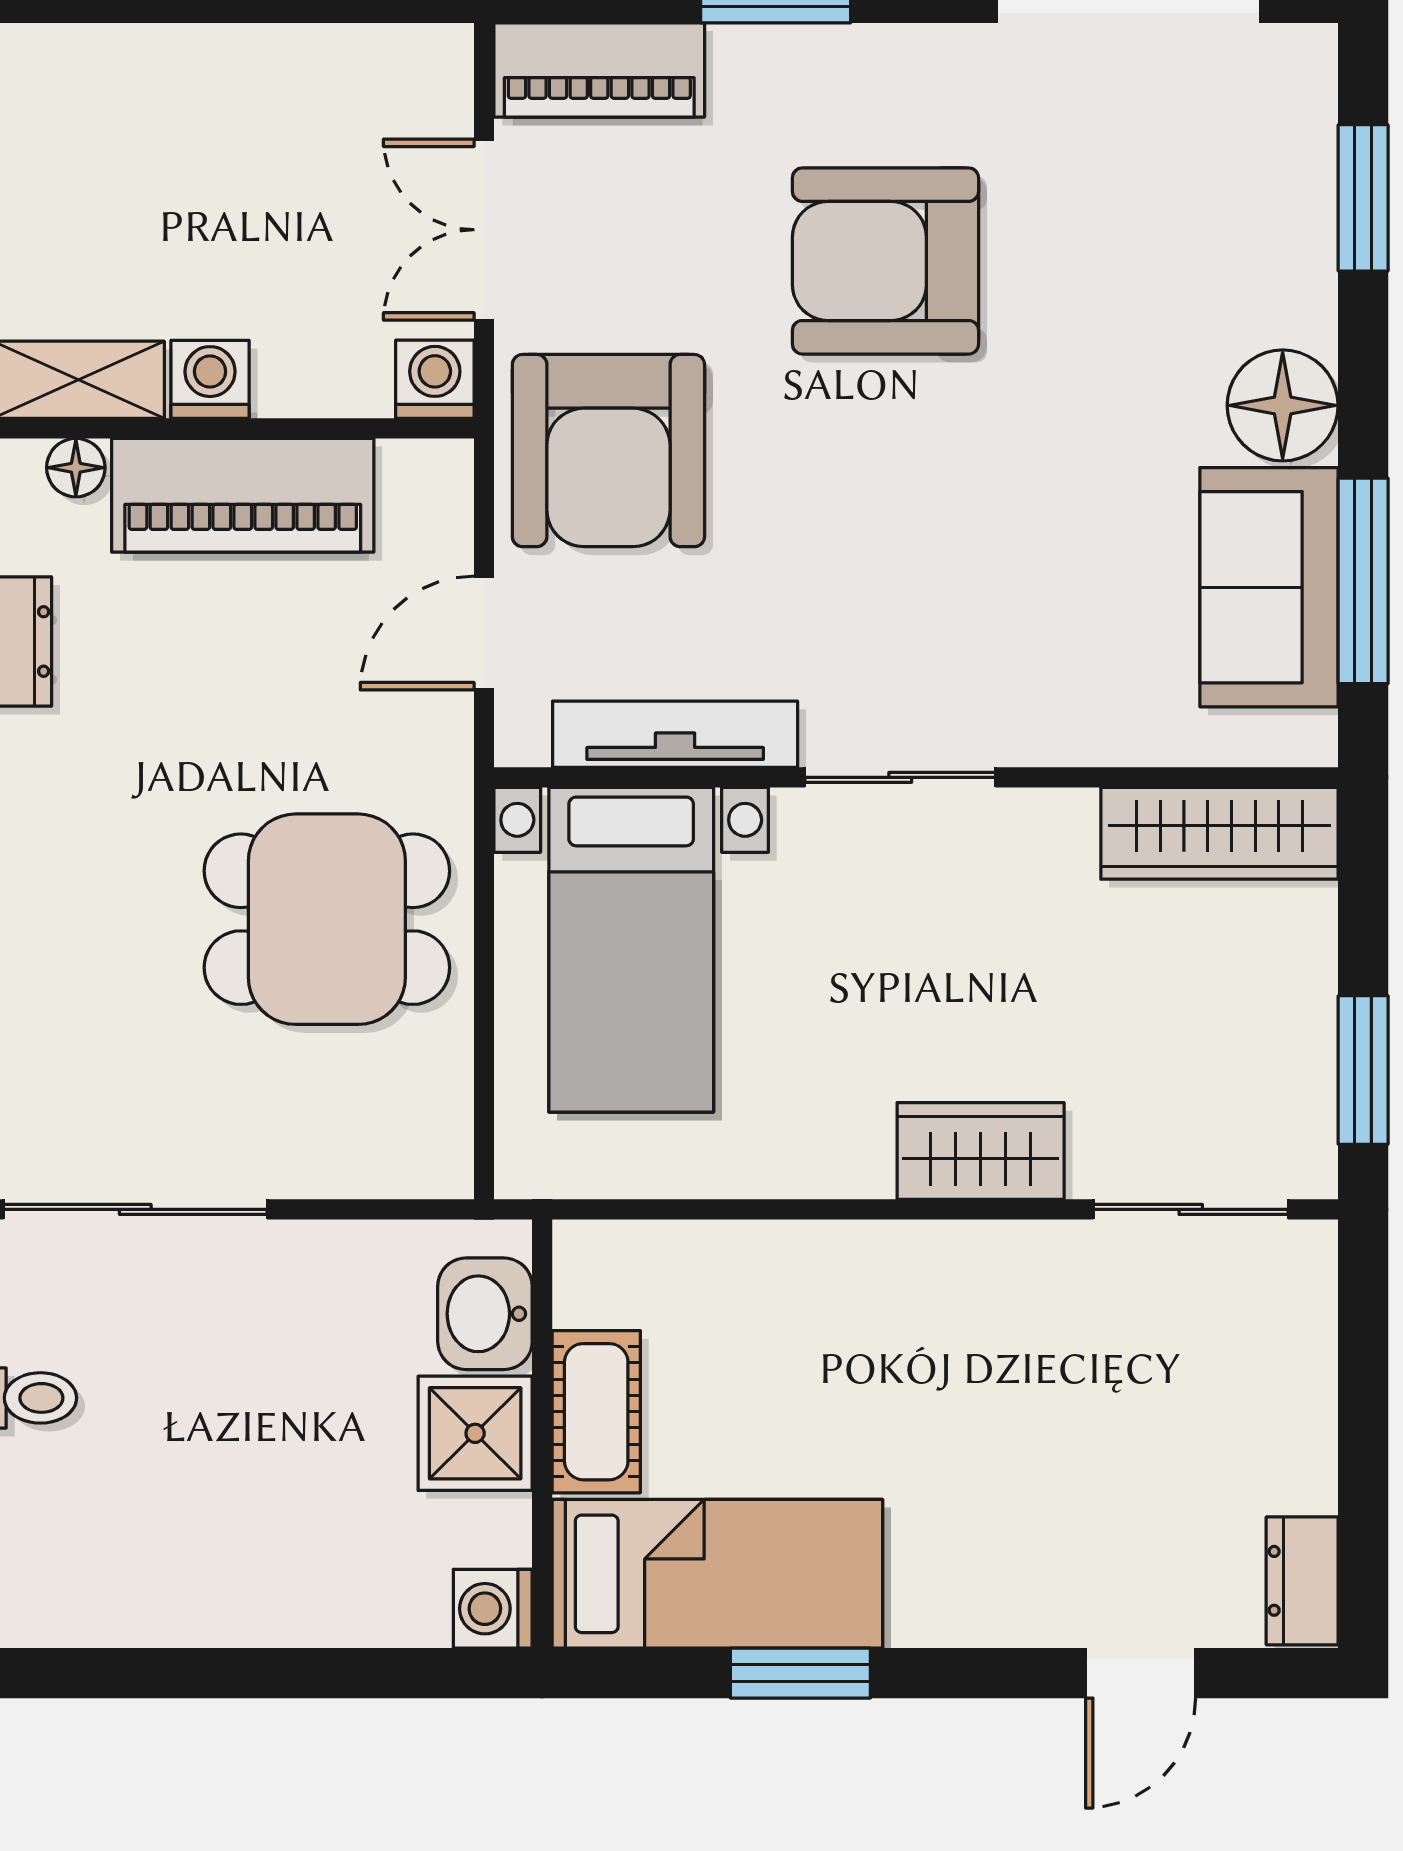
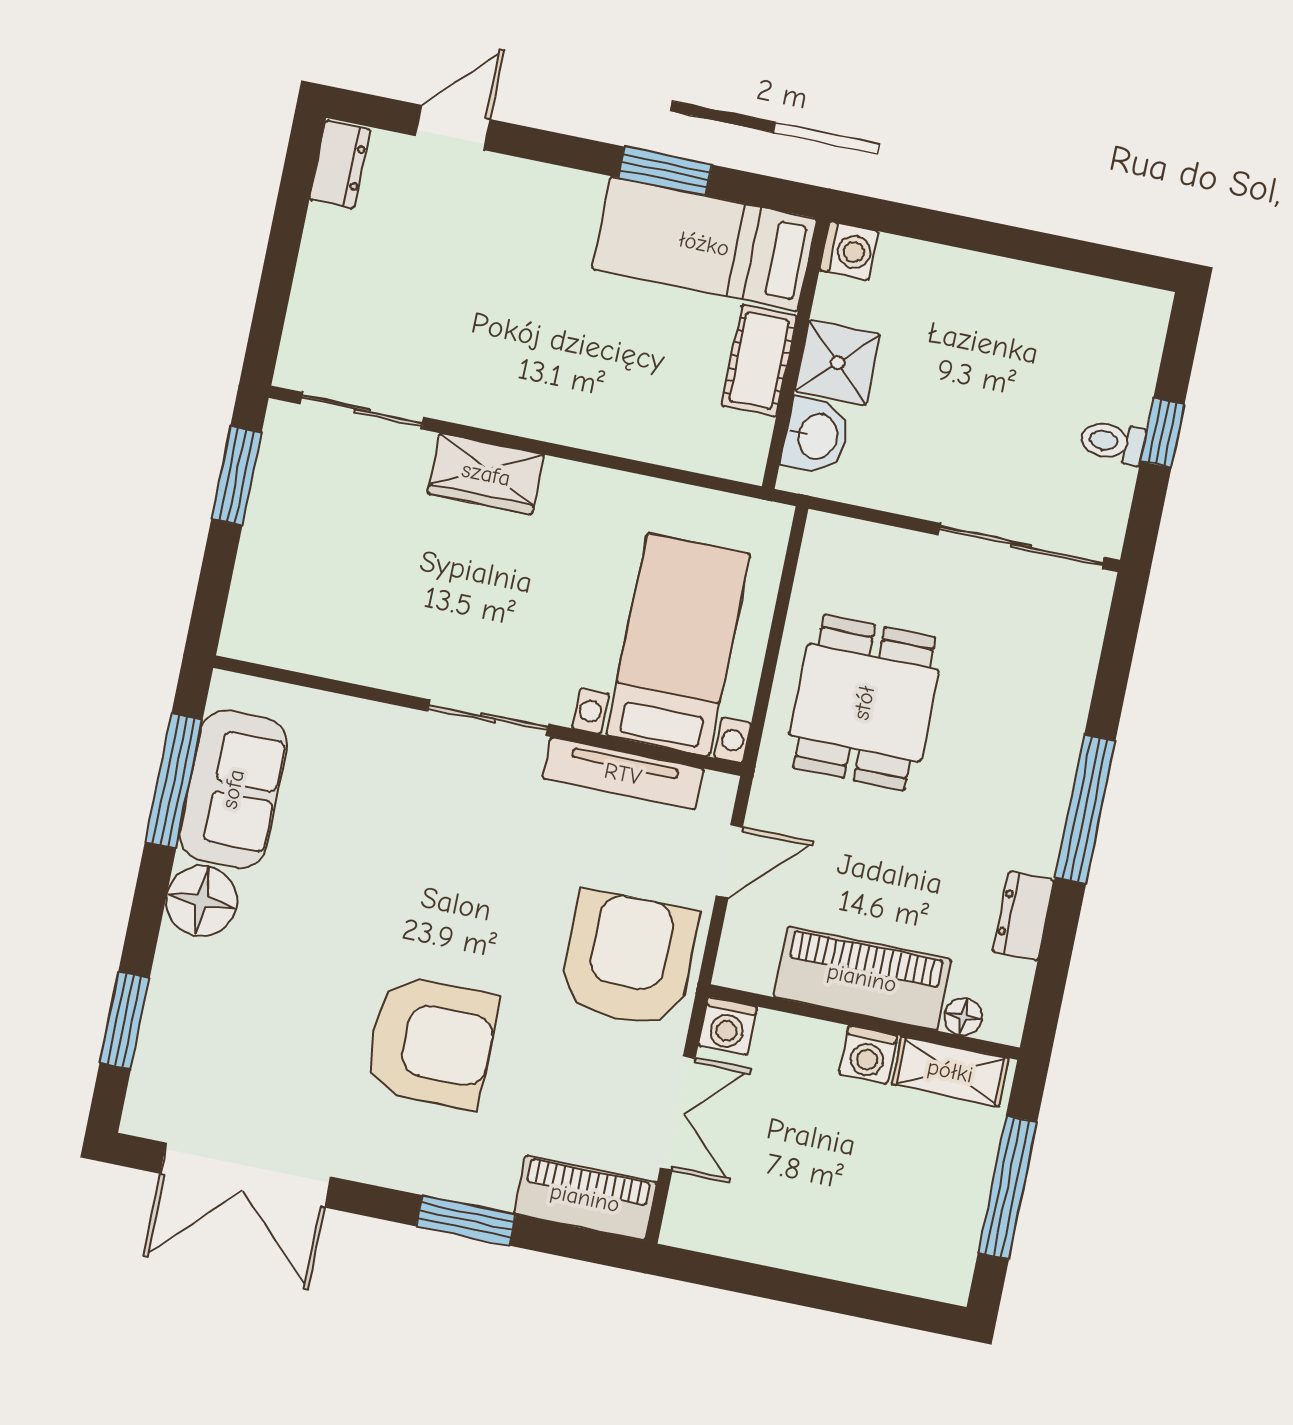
wardrobe: (1219, 833) -> (296, 642), removed
dining table: (327, 919) -> (864, 703), turned 90

